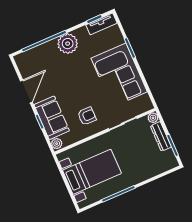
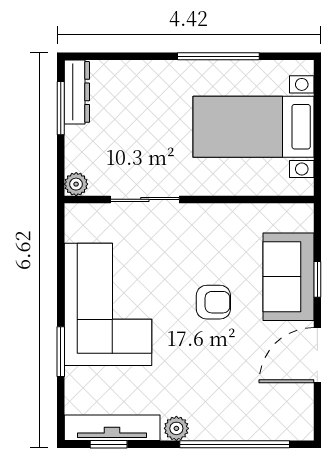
tv unit: (101, 24) -> (112, 428), width x1.41
plant: (68, 44) -> (176, 428), width x0.53, depth x0.53
armchair: (87, 116) -> (213, 302), moved, turned 180
dresser: (161, 136) -> (77, 92), moved
plant: (57, 144) -> (302, 218), removed

